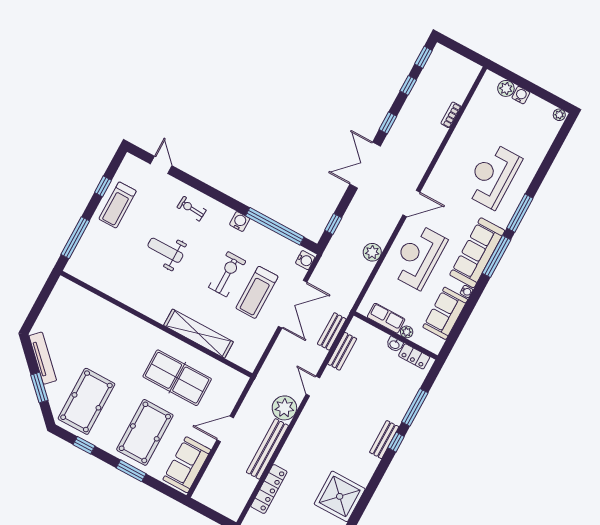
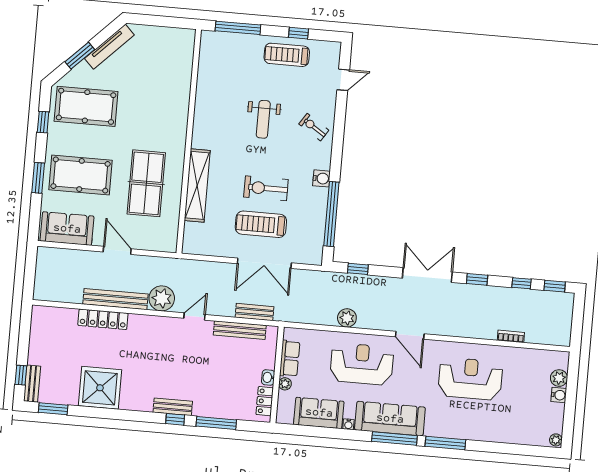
reception desk: (493, 176) -> (470, 379), moved
exercise bike: (192, 209) -> (314, 127), turned -61
weight bench: (165, 250) -> (263, 119), turned 180
water cooler: (305, 260) -> (312, 257), removed
exercise bike: (227, 274) -> (266, 188), turned 180
bench: (342, 351) -> (240, 330), width x1.36
locker: (269, 489) -> (103, 319), moved

